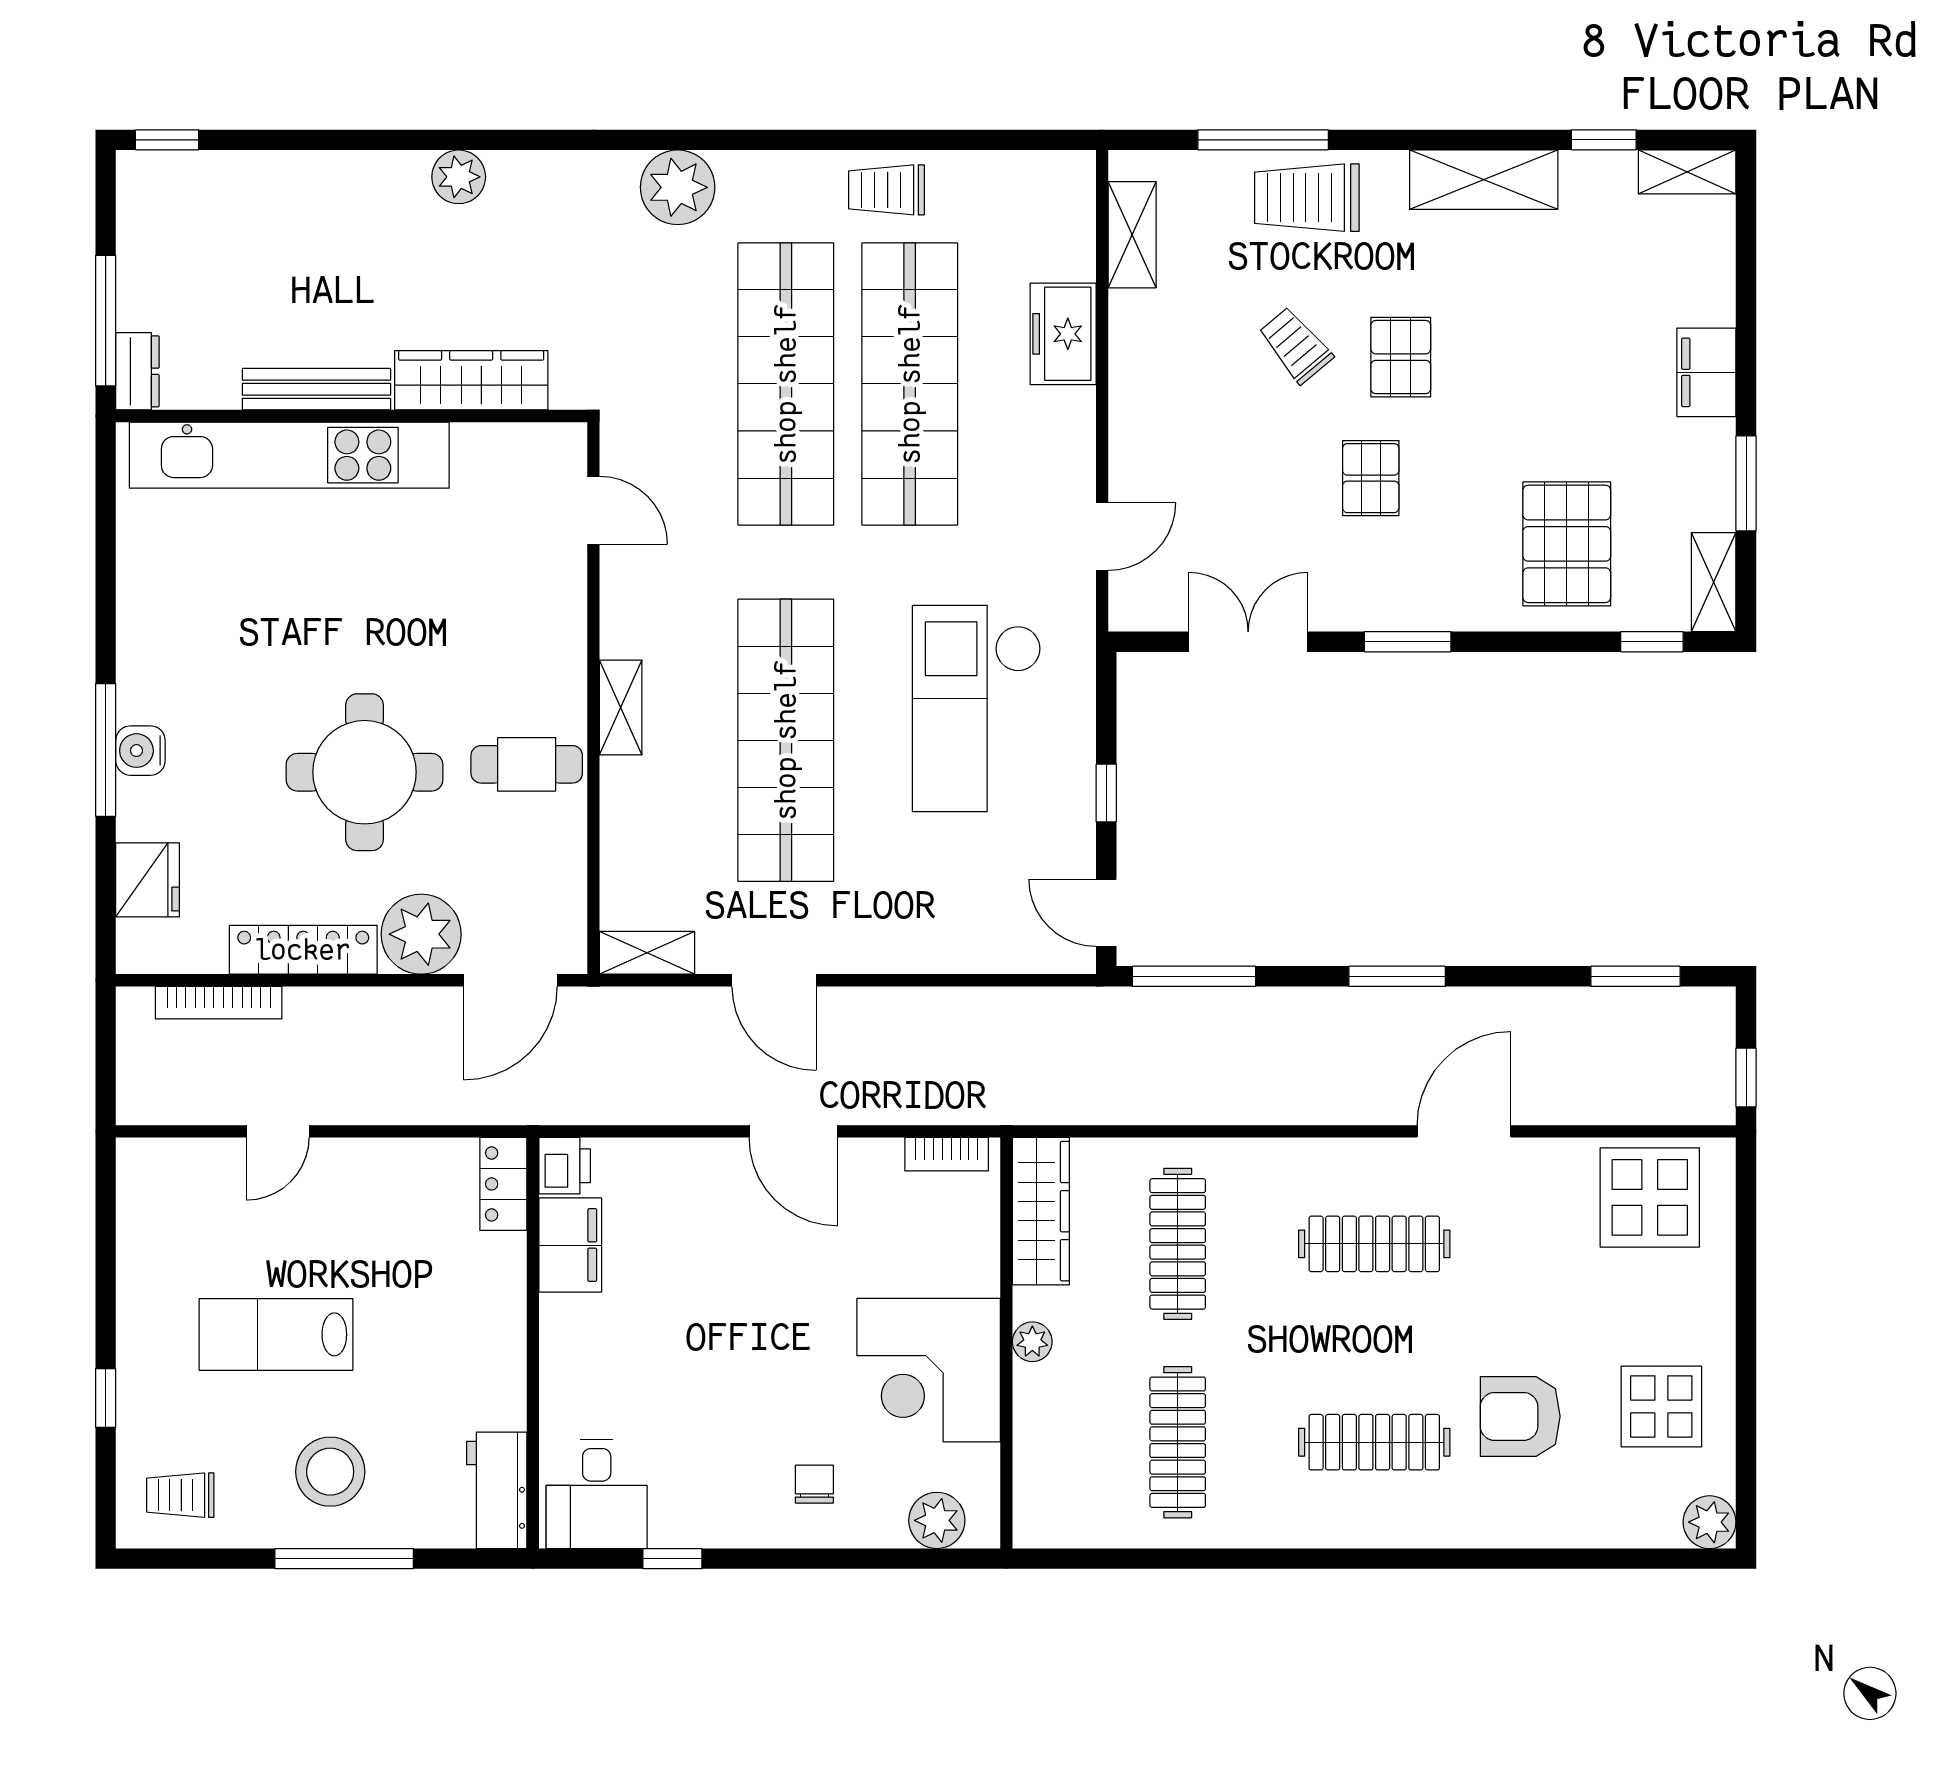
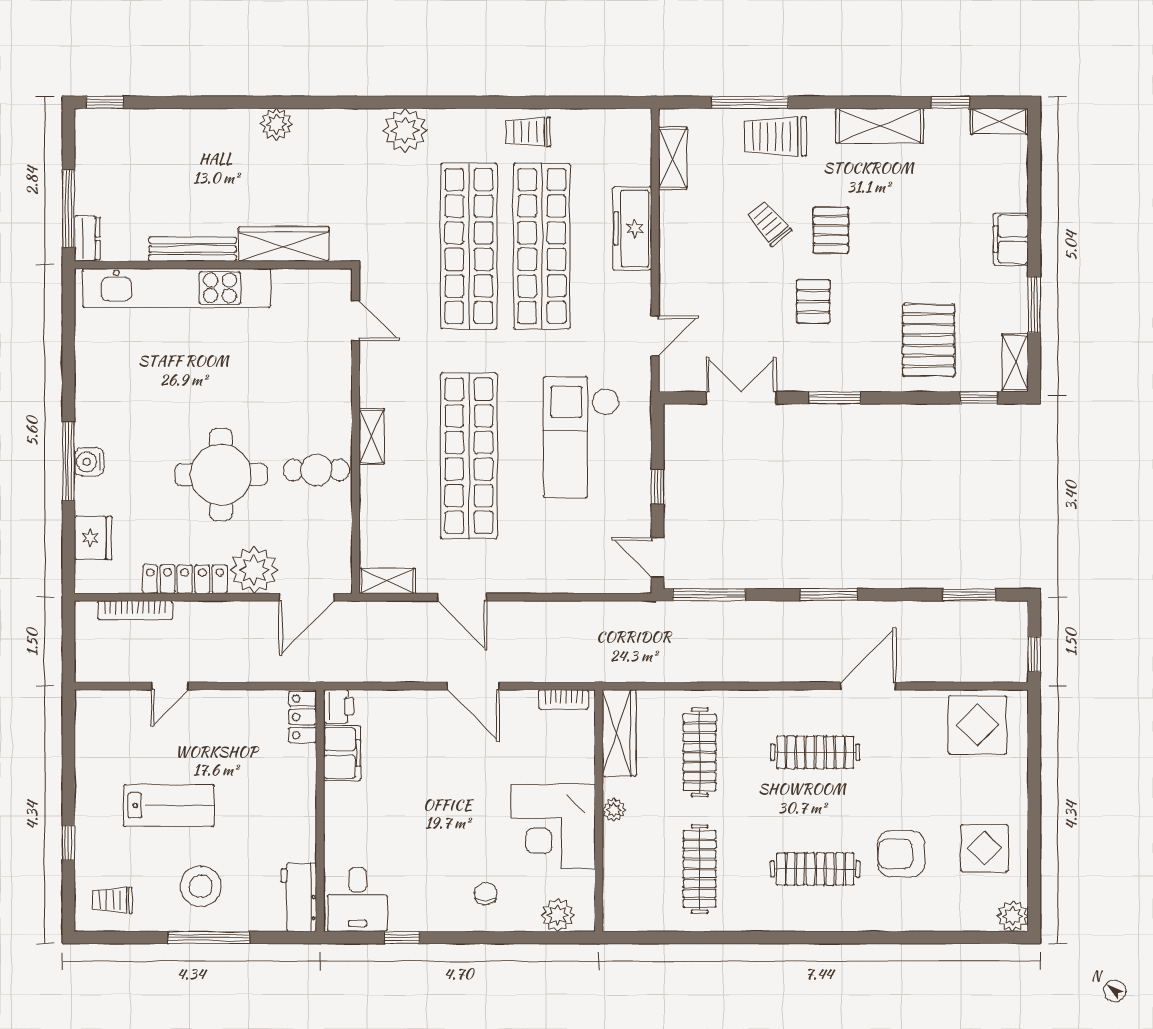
freezer: (1063, 334) -> (632, 228), width x1.40
lab bench: (276, 1334) -> (169, 806), turned 180

